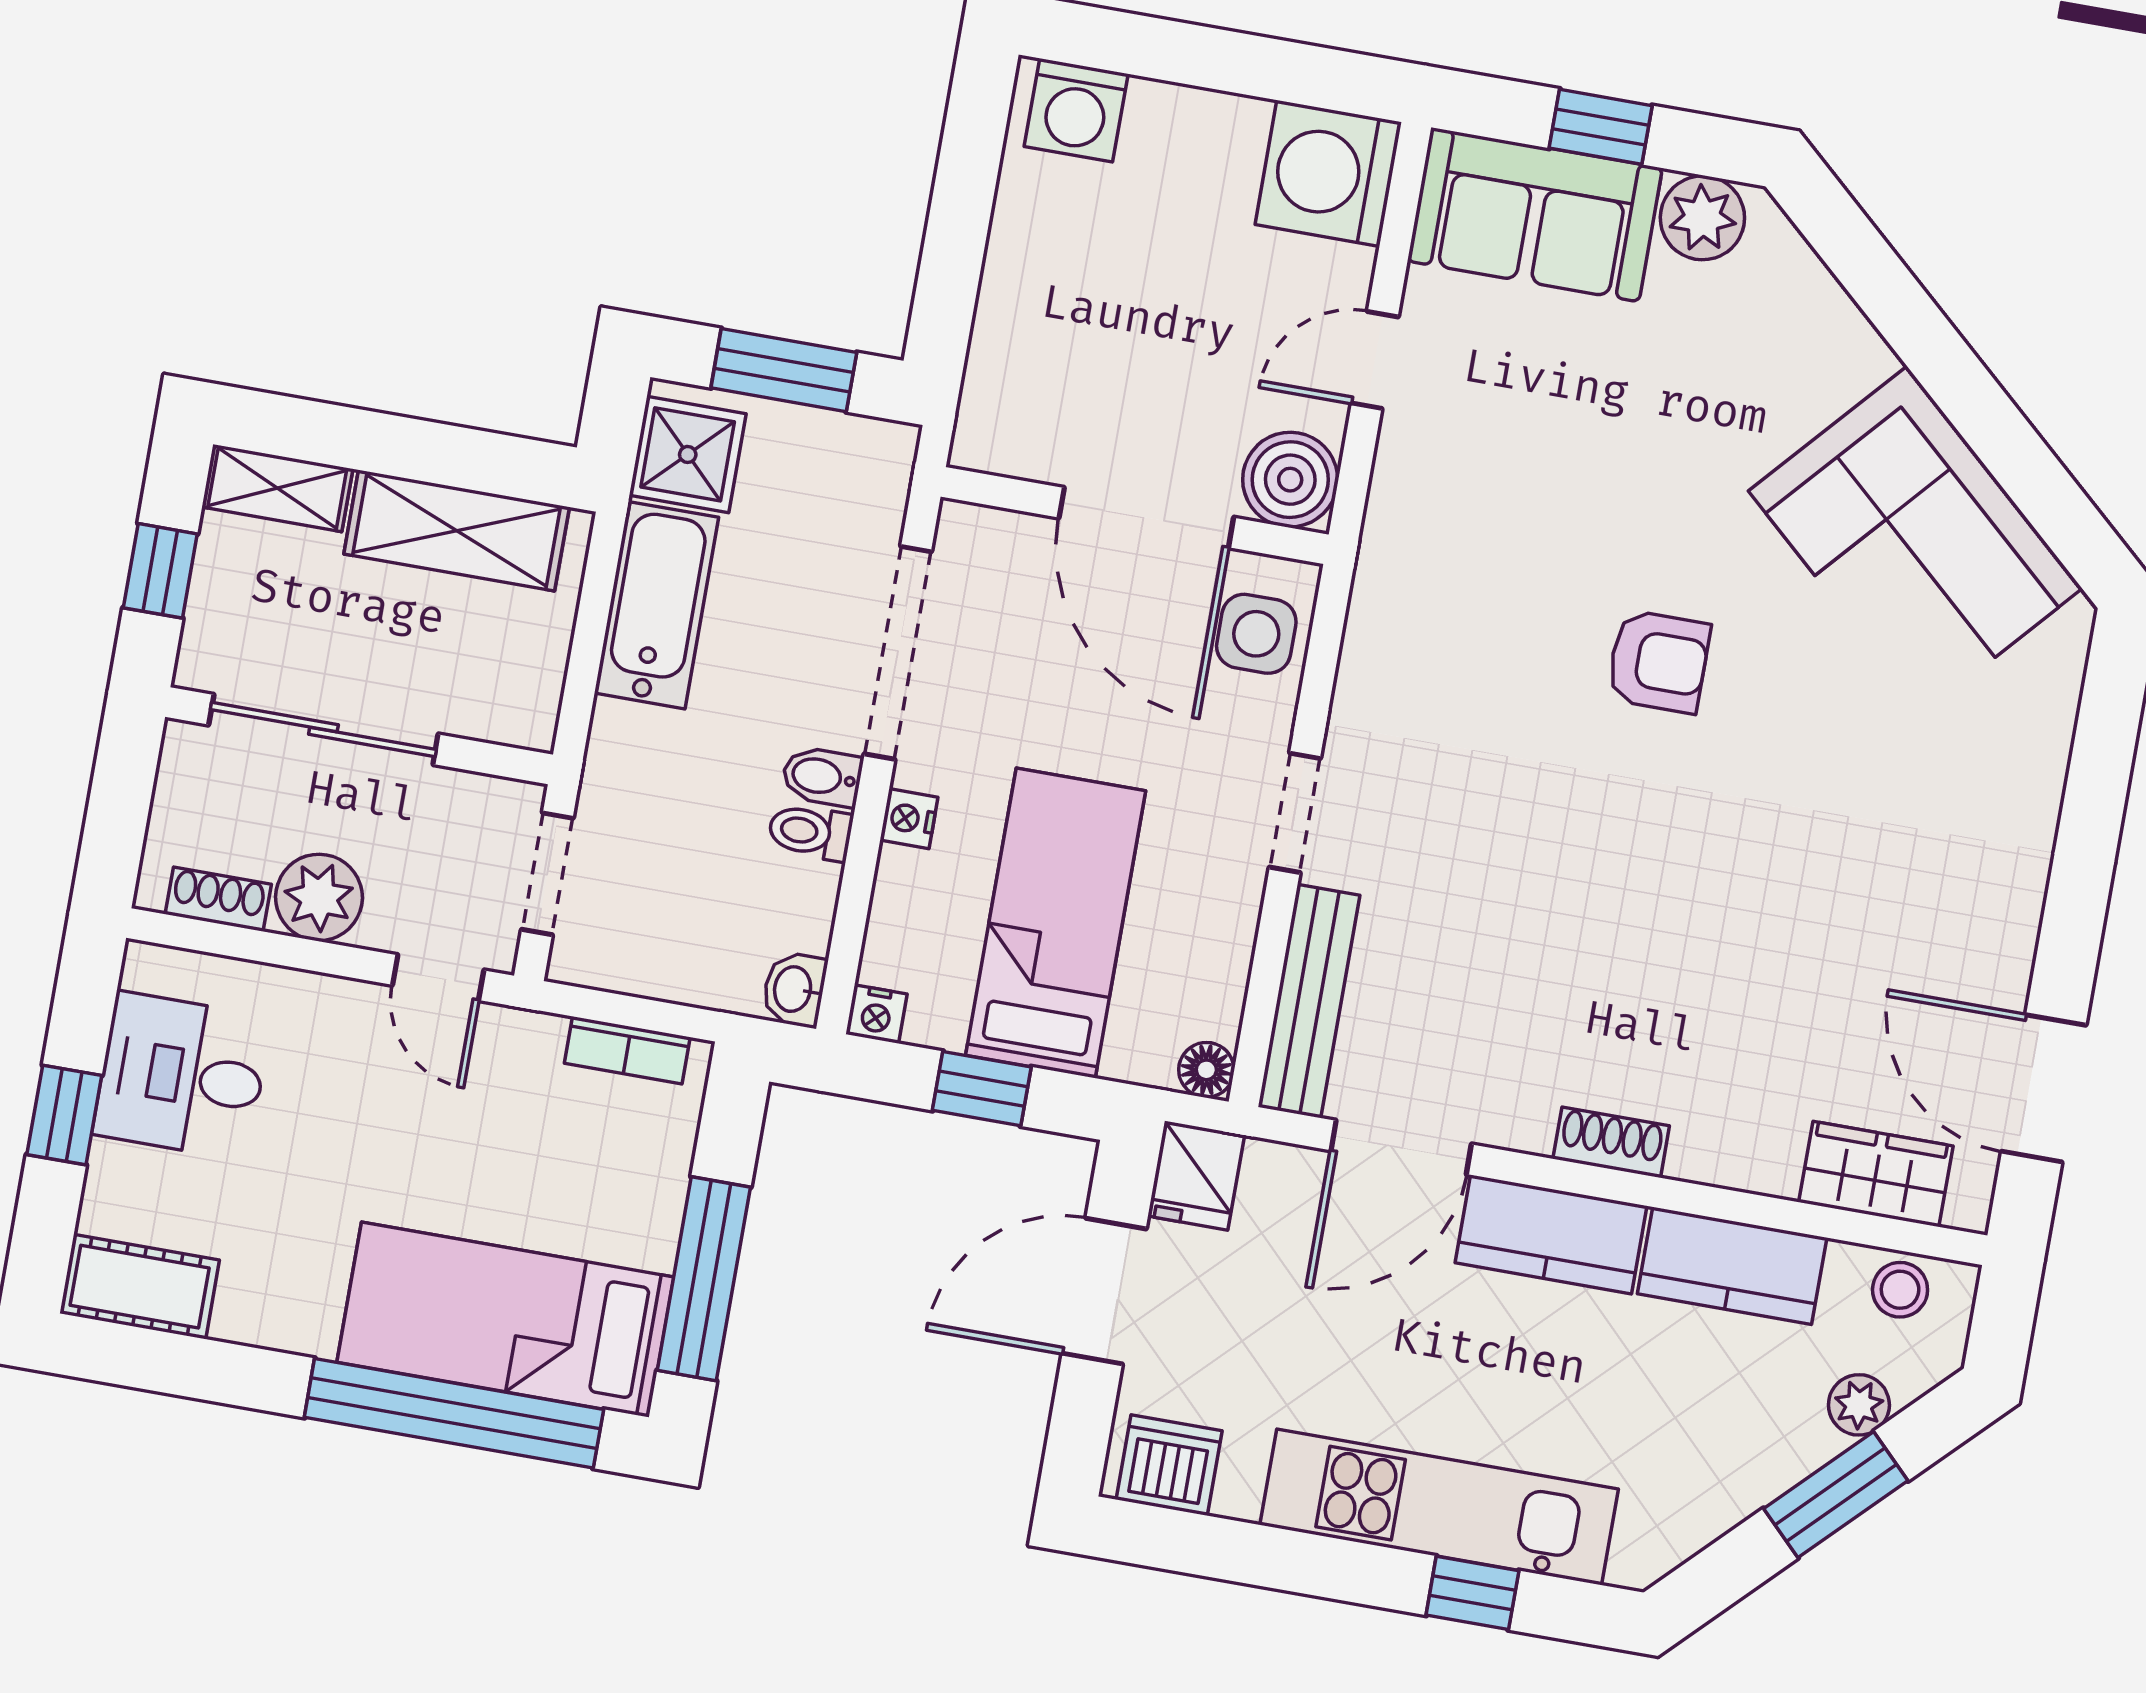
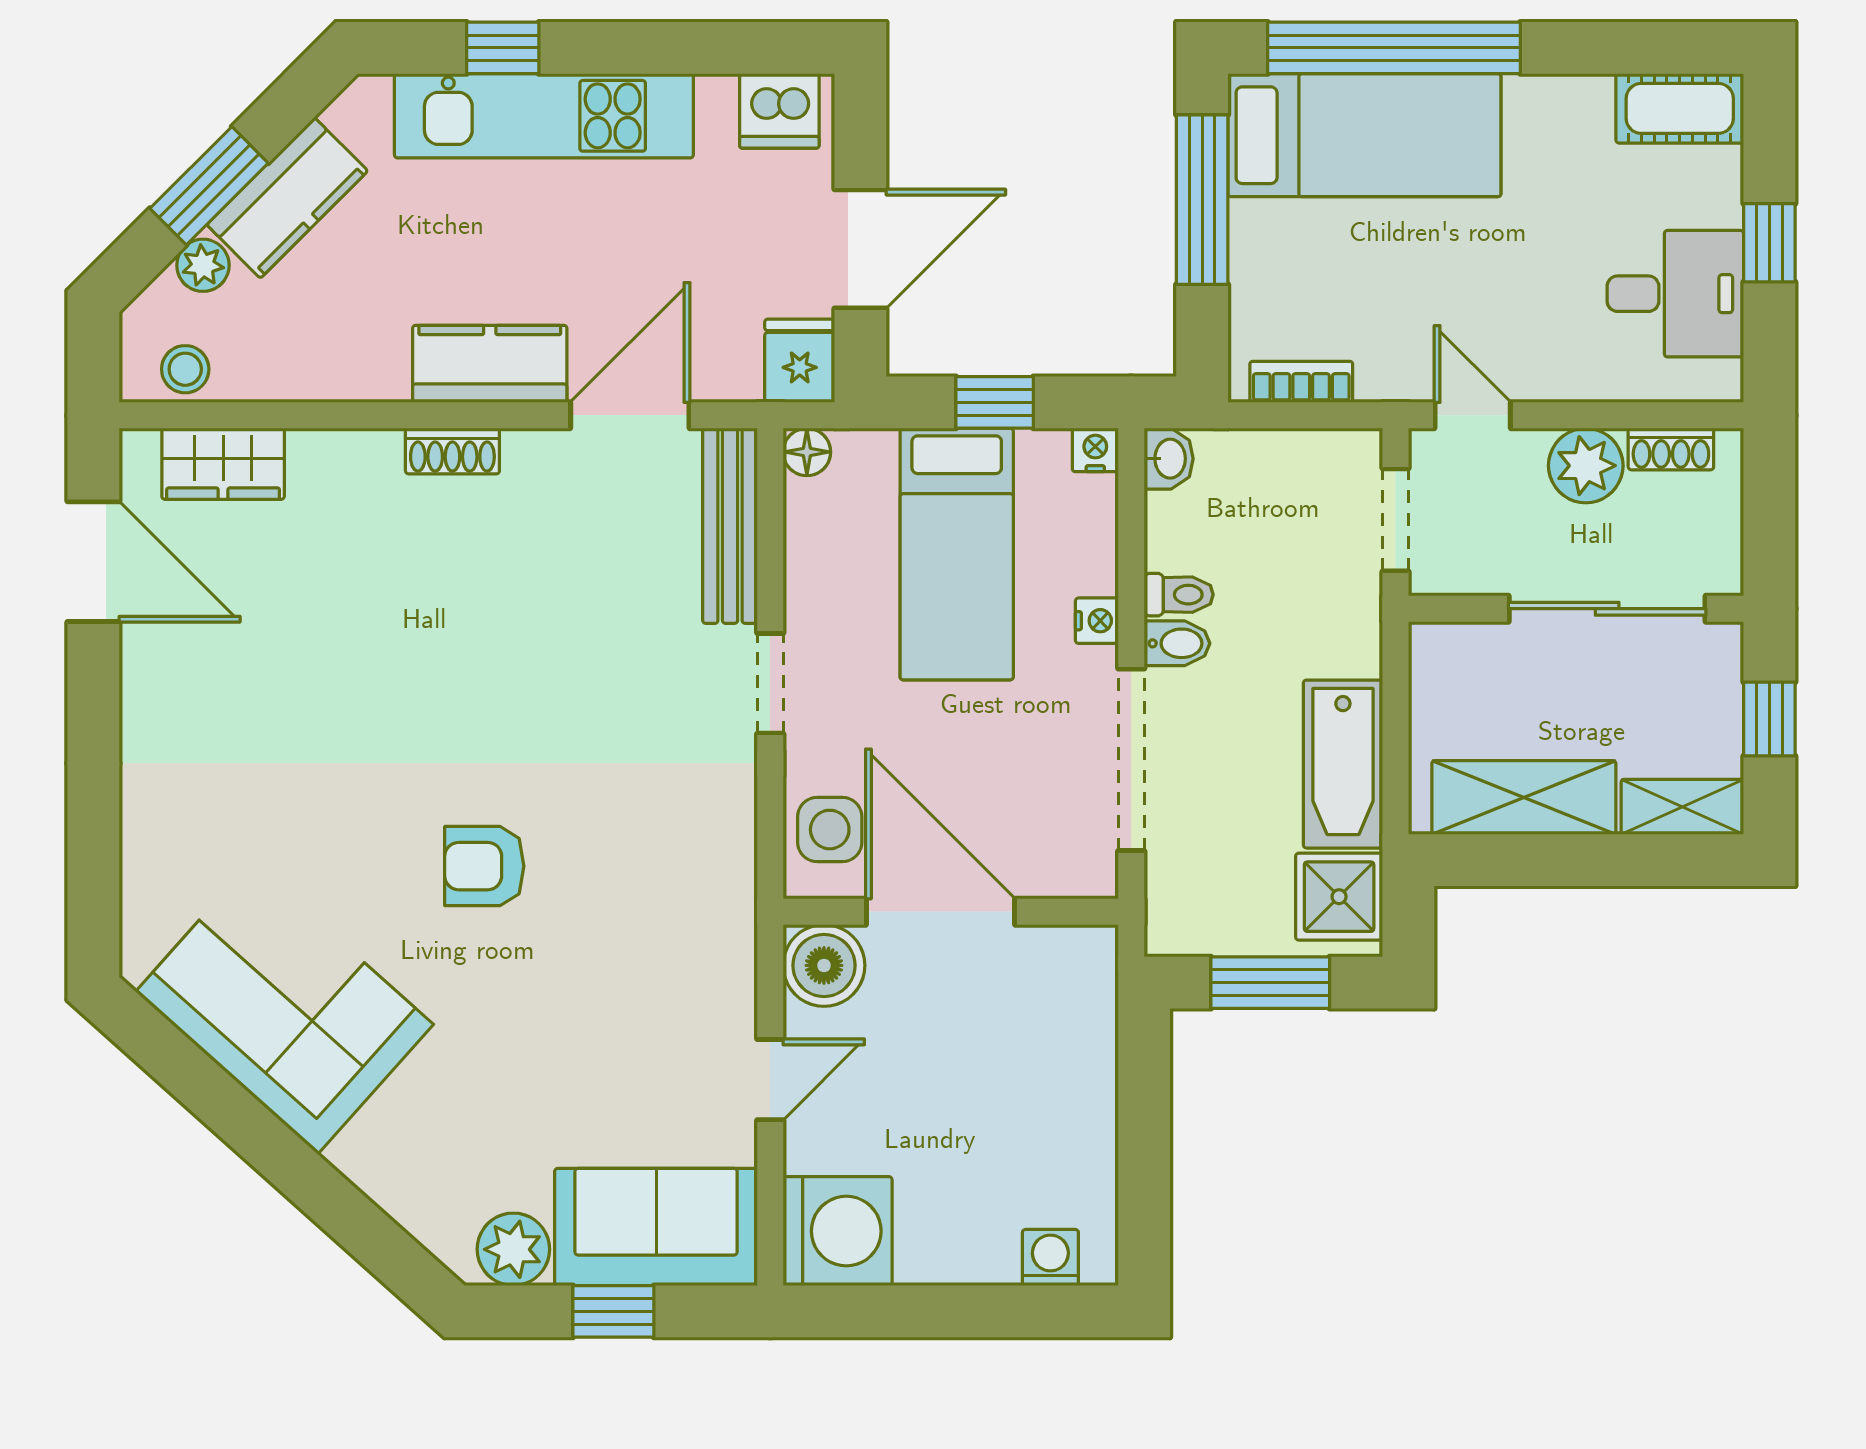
washing machine: (1076, 110) -> (1050, 1257), width x0.73, depth x0.73
kitchen counter: (1732, 1266) -> (287, 198), moved, turned 135

